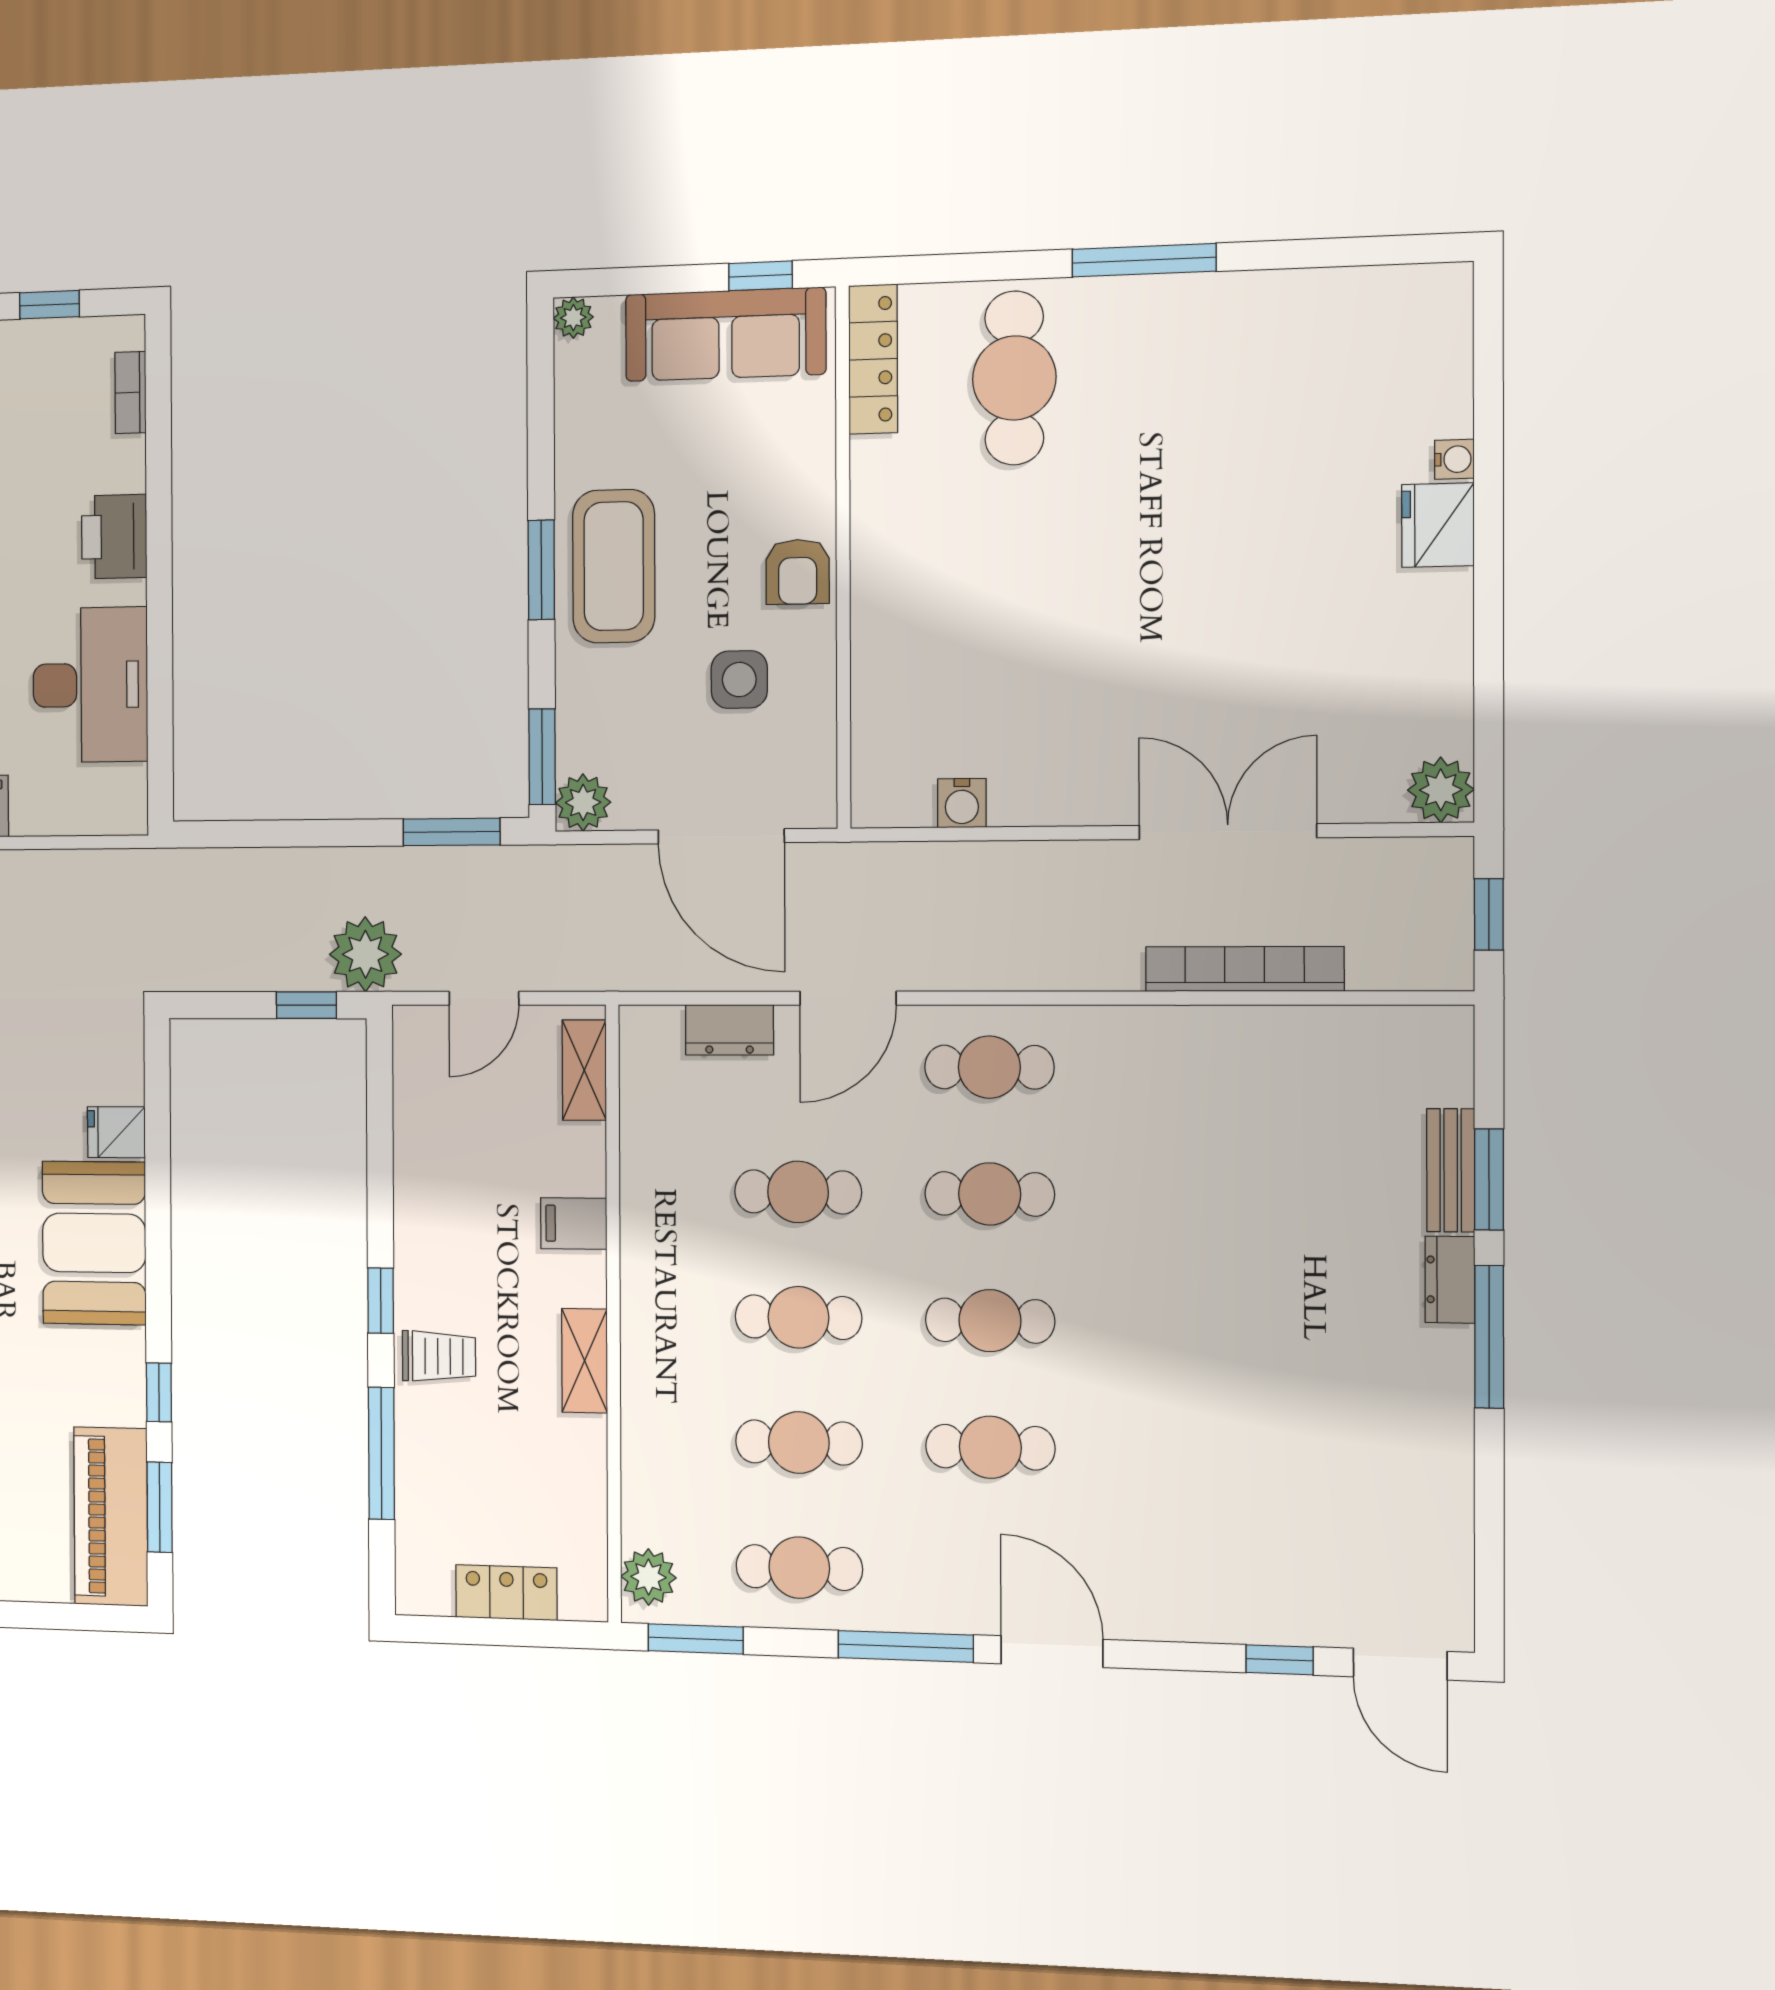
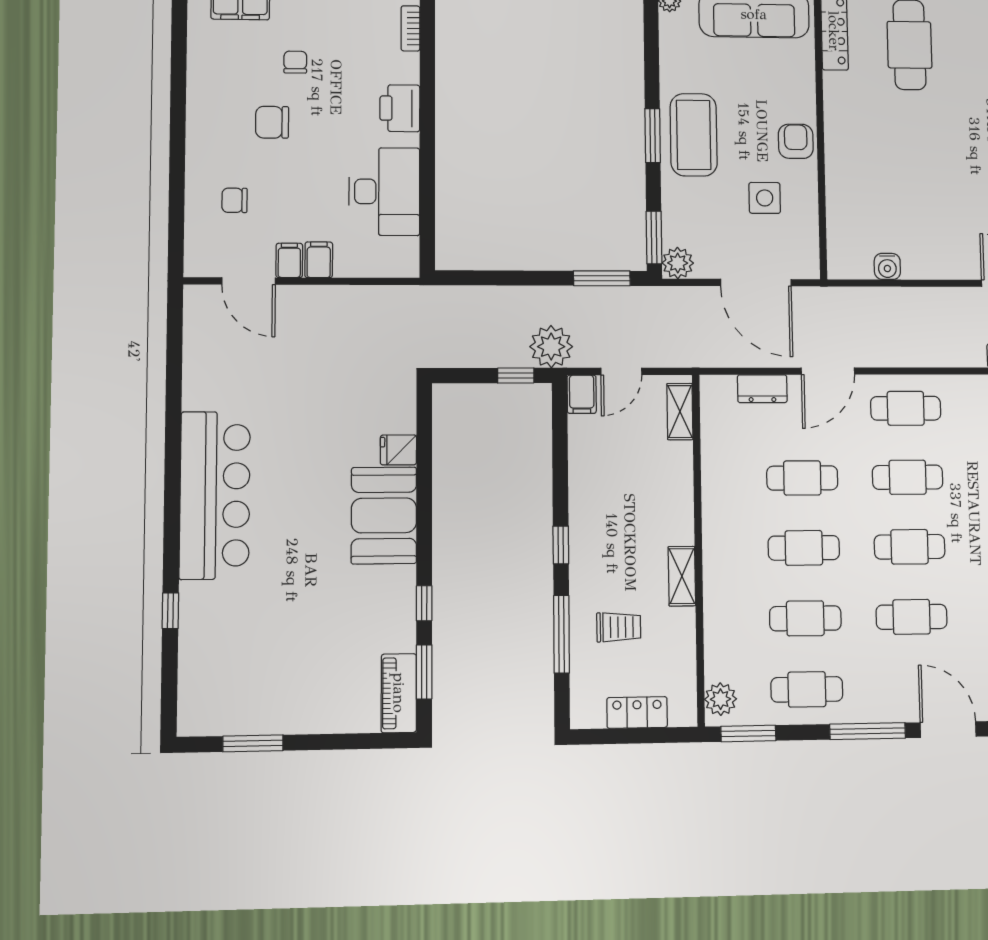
armchair: (798, 572) -> (796, 141), turned 180
filing cabinet: (574, 1223) -> (582, 394), moved, turned -90
trolley: (439, 1356) -> (619, 627), moved
piano: (111, 1516) -> (399, 693), width x0.73, depth x0.75

